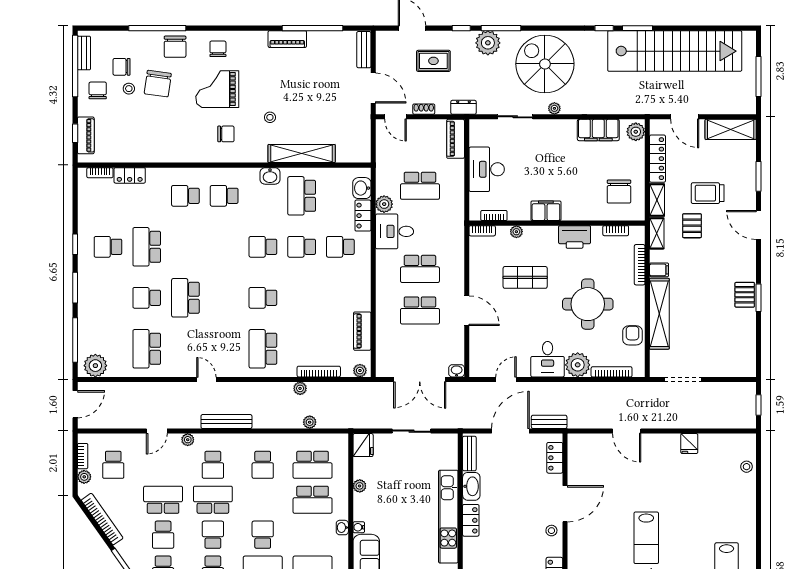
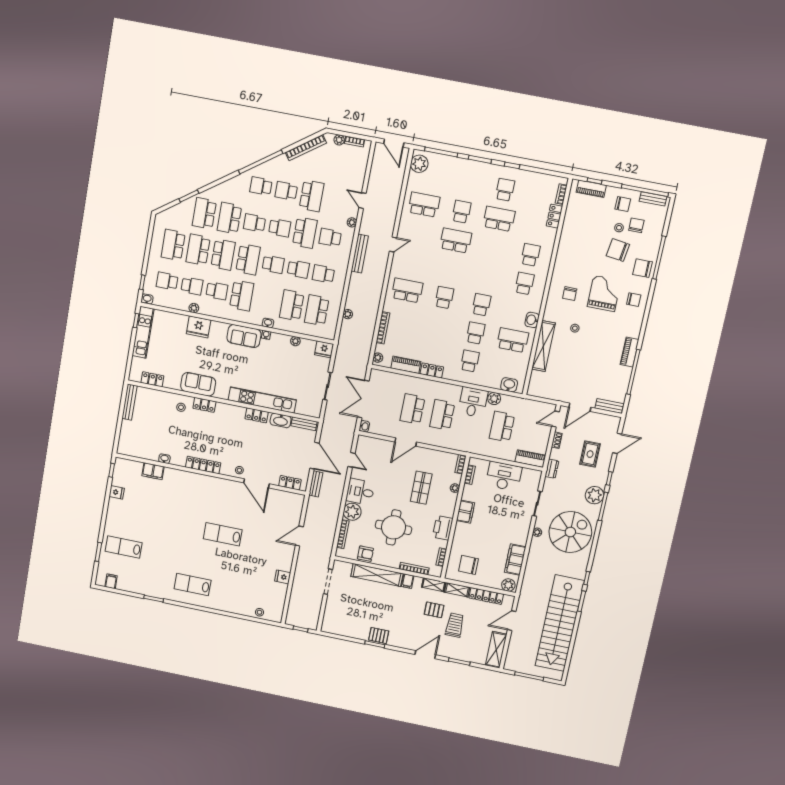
locker: (363, 216) -> (432, 370), moved
plant: (300, 388) -> (373, 312), removed
school desk: (113, 465) -> (298, 269), moved, turned 180

